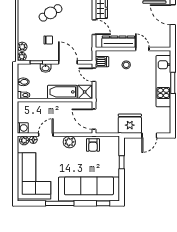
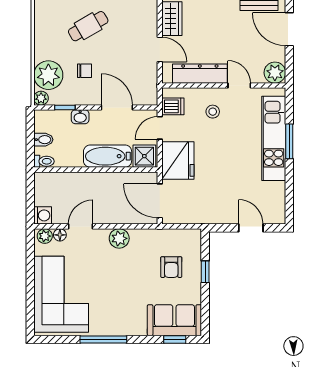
plant: (164, 41) -> (275, 73), added
plant: (22, 47) -> (48, 75), width x1.88, depth x1.88
door: (94, 75) -> (160, 128), hinge flipped
fridge: (130, 124) -> (178, 160), moved, turned 90
door: (149, 136) -> (251, 228), swing flipped
armchair: (93, 145) -> (171, 267), moved
sofa: (89, 189) -> (174, 320), width x0.54, depth x0.79

